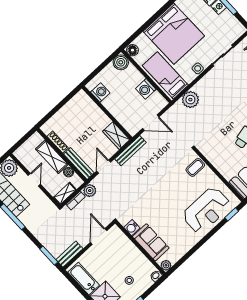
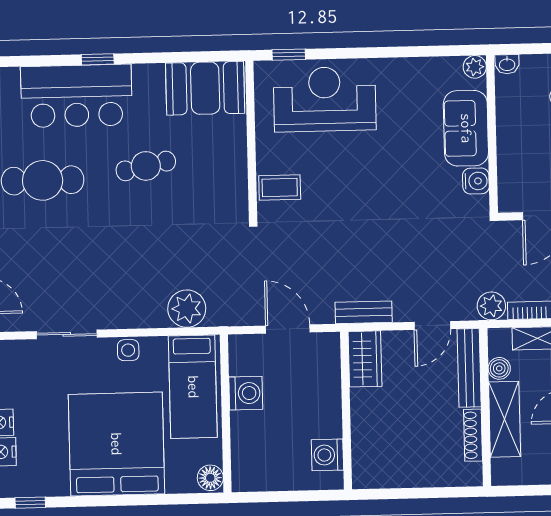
boiler: (121, 62) -> (248, 475), removed
bench: (130, 151) -> (364, 312), width x0.73

